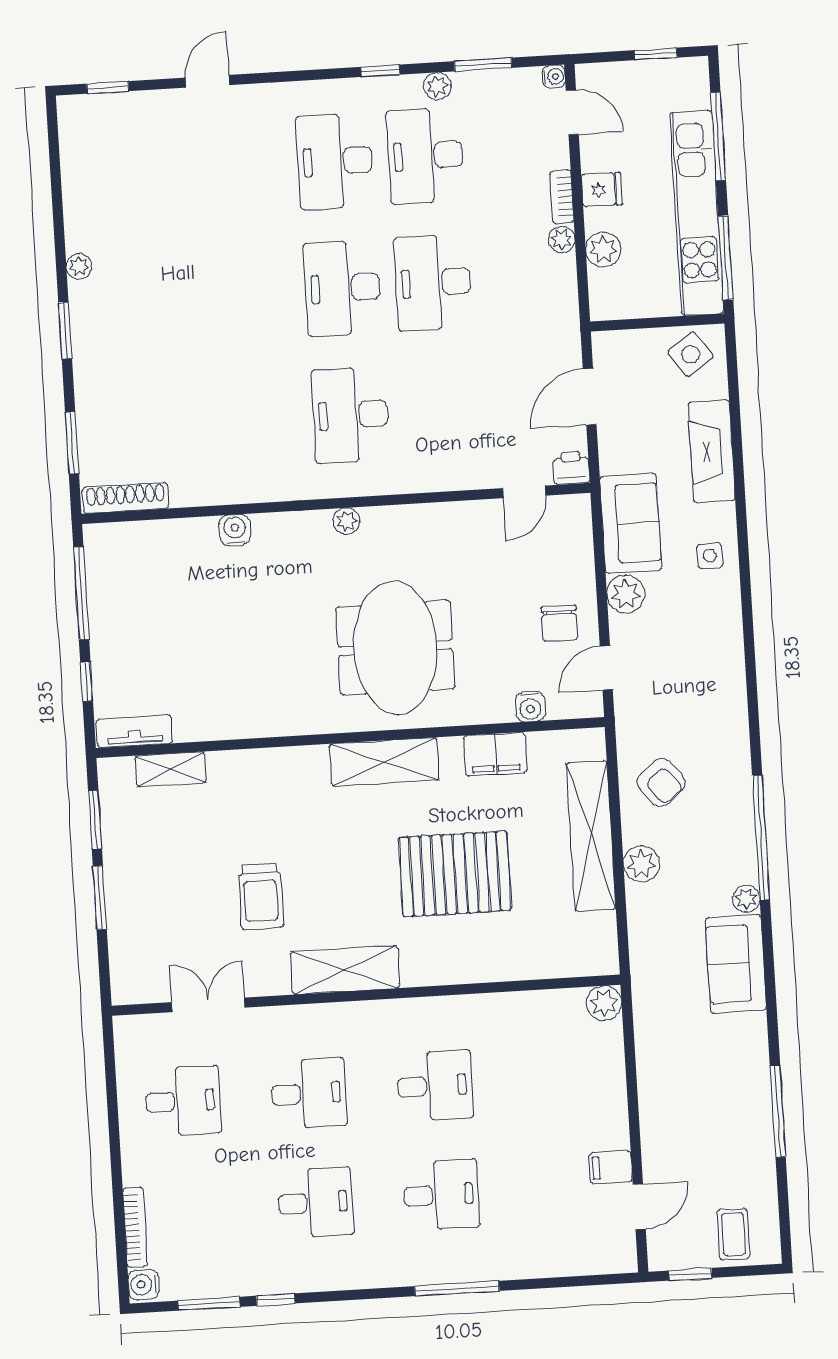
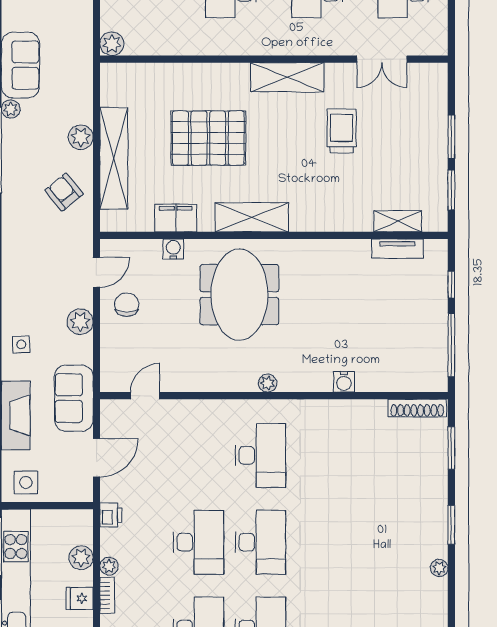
side table: (691, 354) -> (26, 482), turned 35
printer: (571, 468) -> (111, 515), moved, turned -90
sofa: (631, 523) -> (74, 398), moved
water cooler: (530, 707) -> (173, 249), moved
tv unit: (134, 731) -> (397, 249), moved

